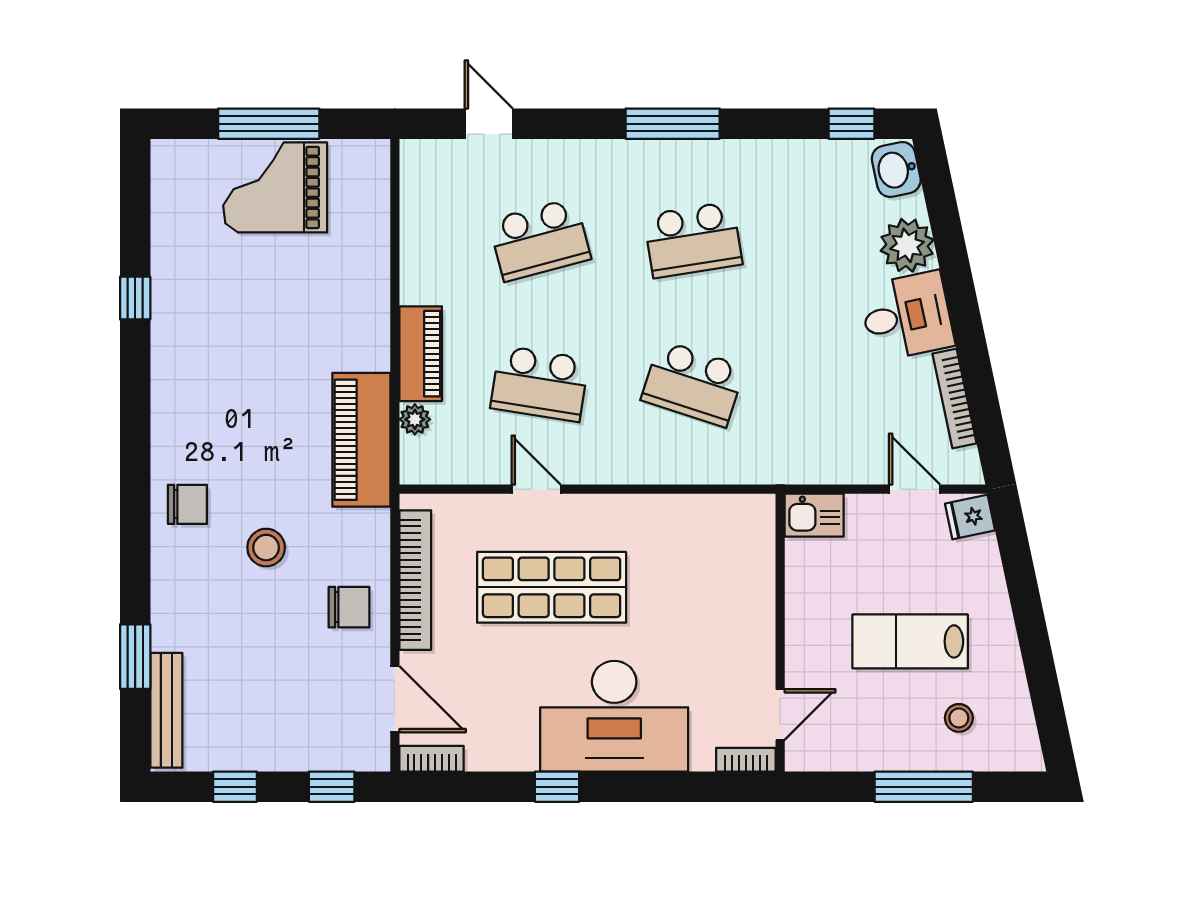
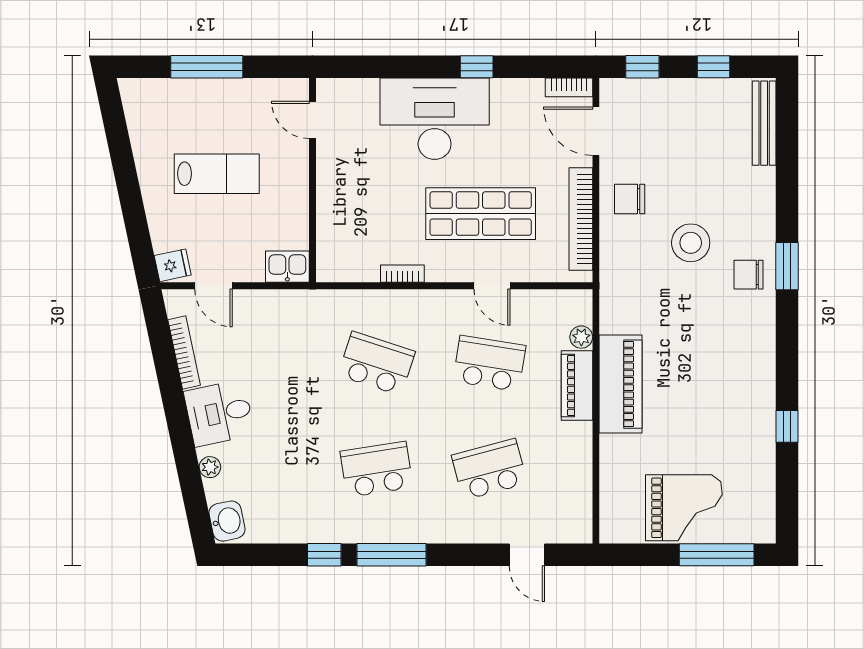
window: (269, 124) -> (717, 555), moved
window: (851, 124) -> (324, 555), moved
plant: (907, 245) -> (210, 467), width x0.53, depth x0.53
piano: (361, 440) -> (621, 384), moved
stool: (266, 548) -> (691, 243), width x1.38, depth x1.38
window: (135, 657) -> (787, 266), moved
door: (780, 715) -> (312, 120), hinge flipped
stool: (959, 718) -> (181, 117), removed
bookcase: (746, 760) -> (402, 274), moved, turned 180

